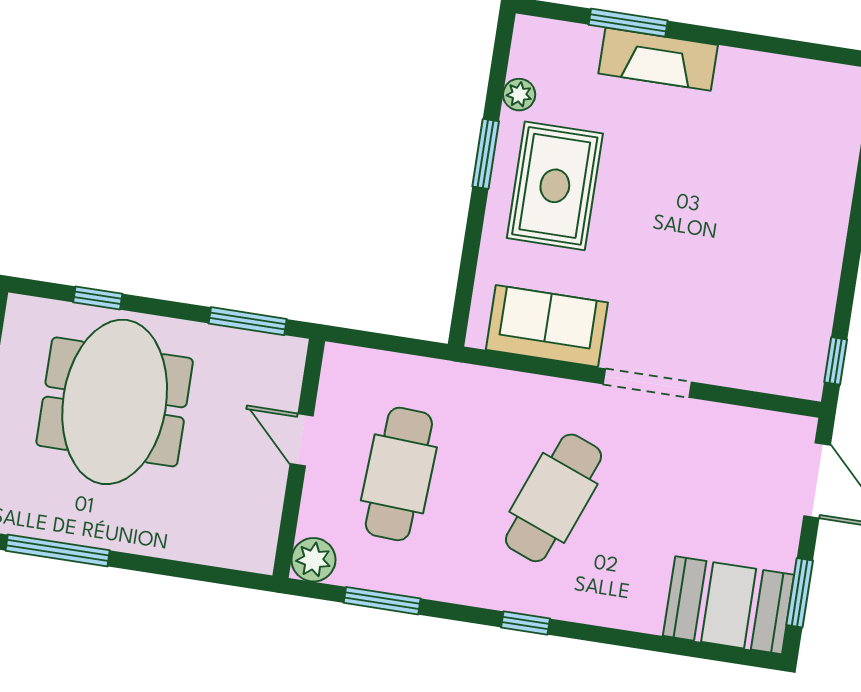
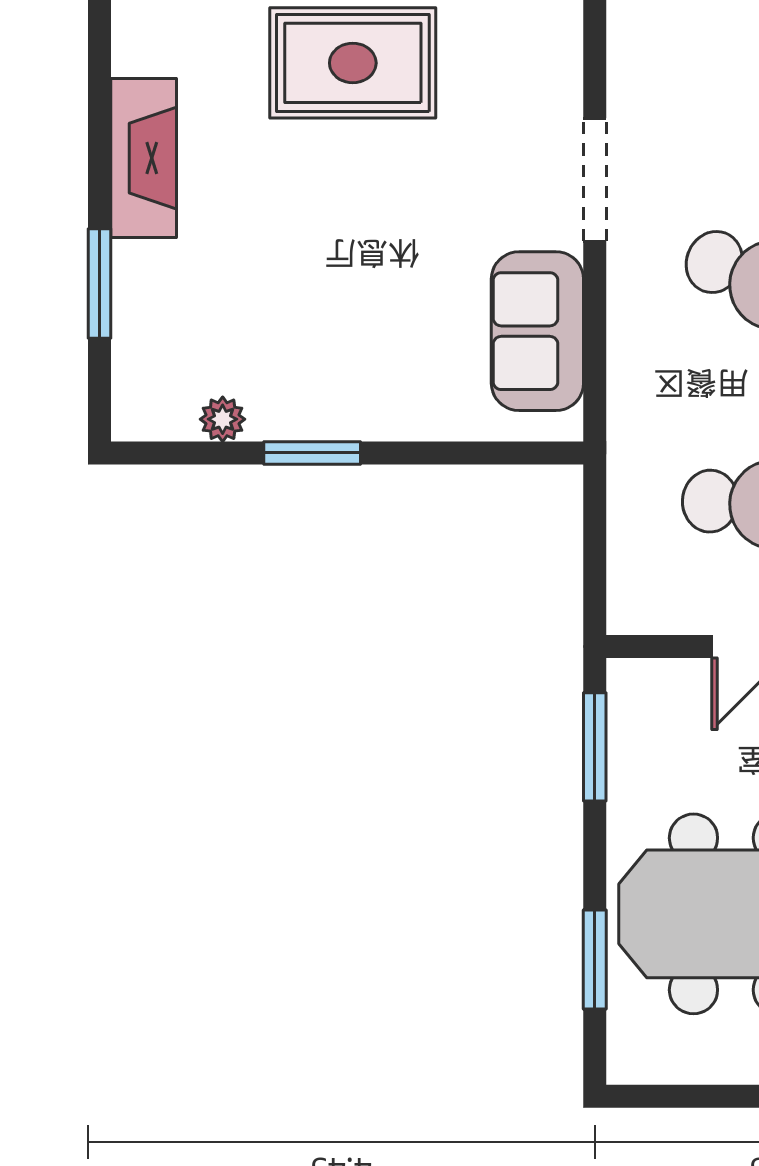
fireplace: (658, 59) -> (144, 158), moved
rug: (555, 186) -> (353, 63), moved
window: (98, 298) -> (595, 959), width x1.50

